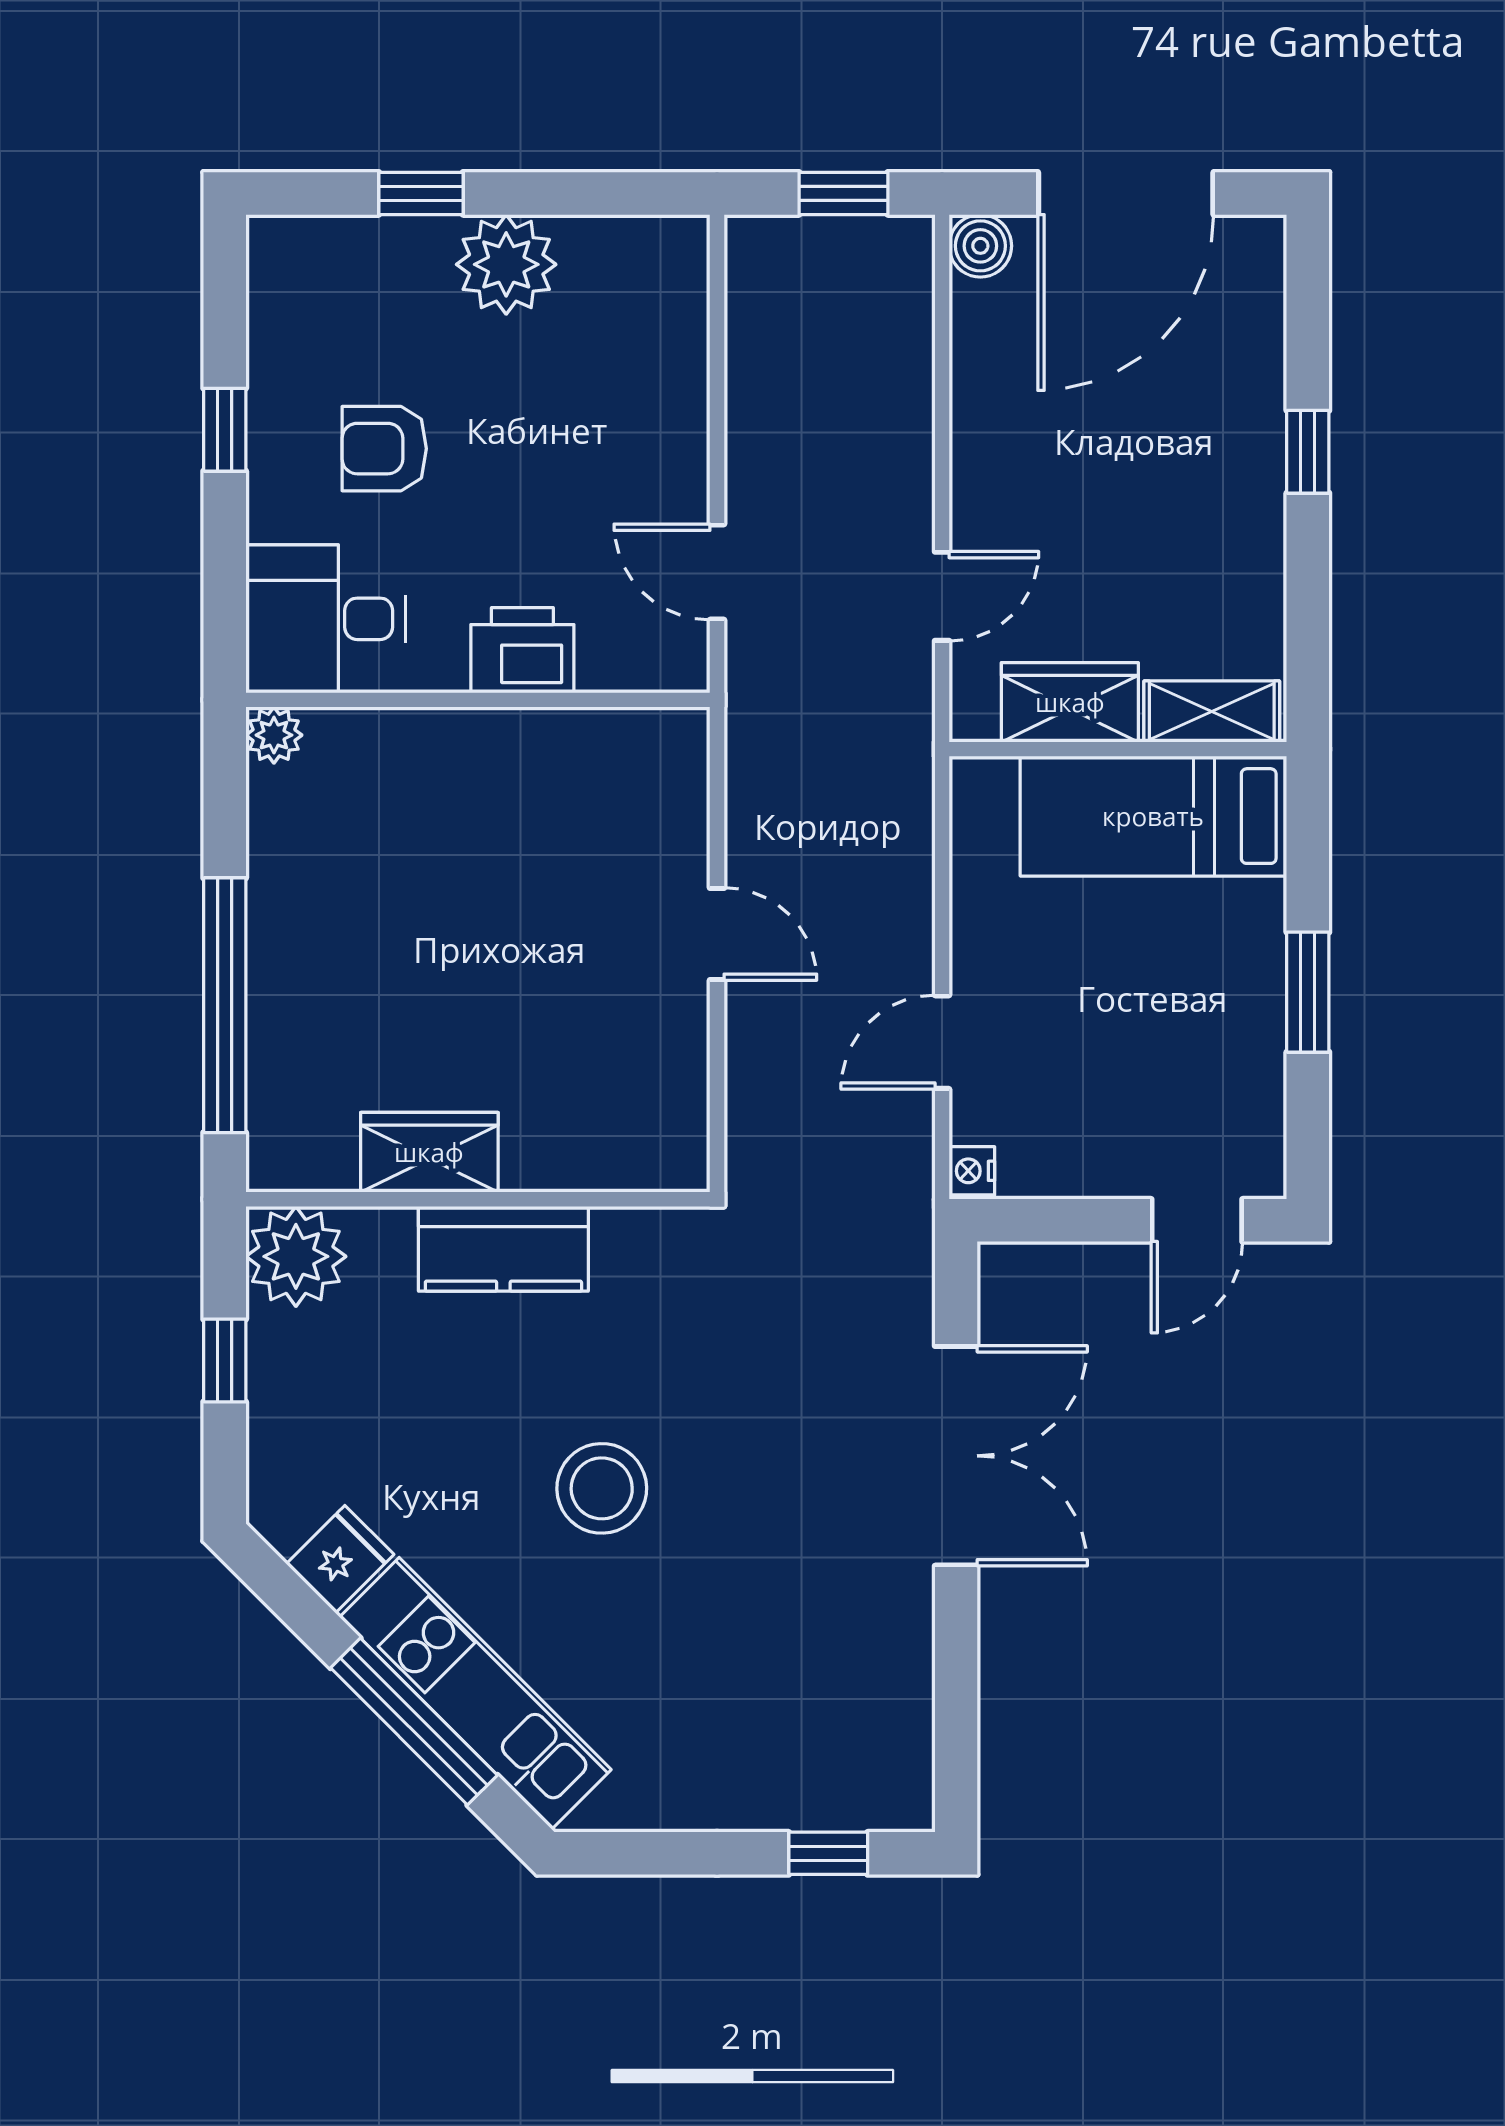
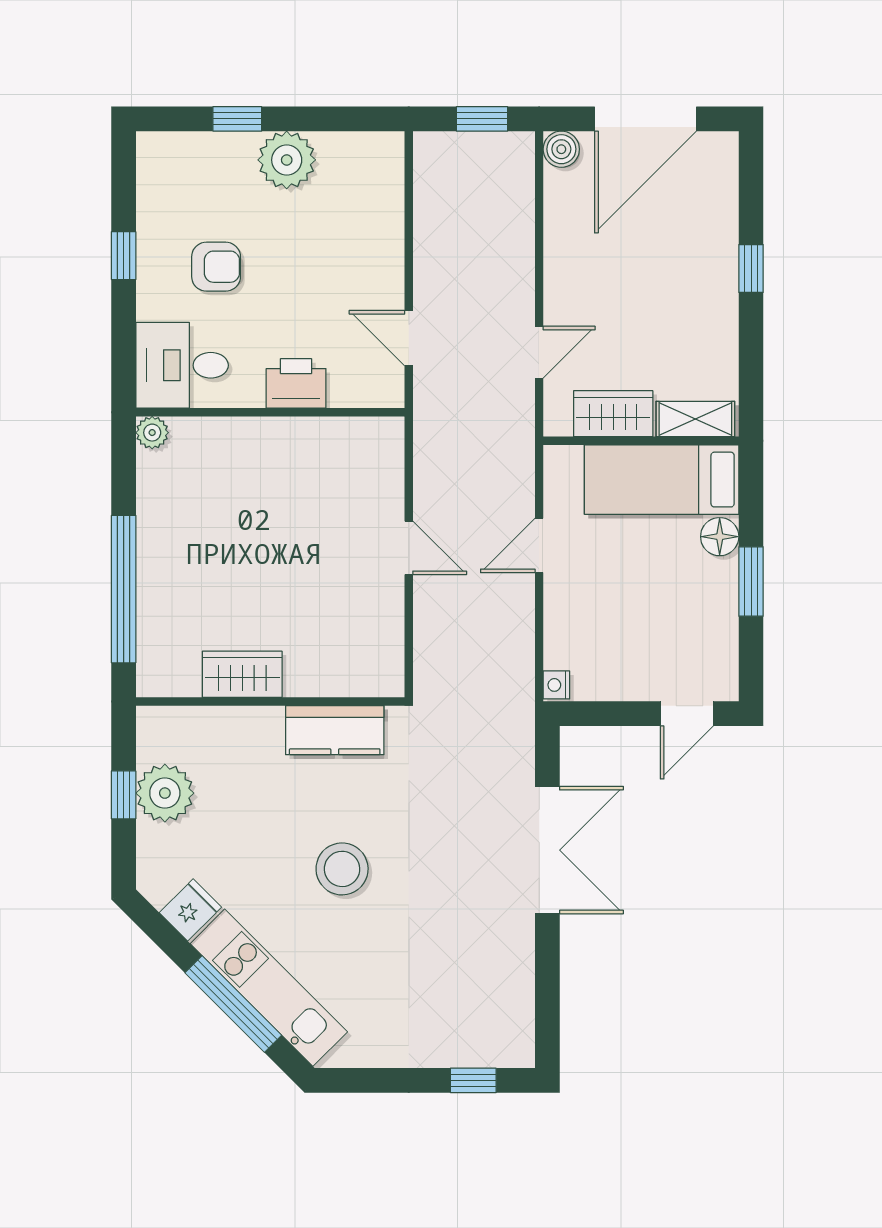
armchair: (384, 449) -> (216, 267), turned 180
floor lamp: (1254, 915) -> (720, 537), added
door: (942, 1042) -> (539, 545), moved
kitchen counter: (503, 1249) -> (335, 730), moved
plant: (296, 1256) -> (165, 793), moved

